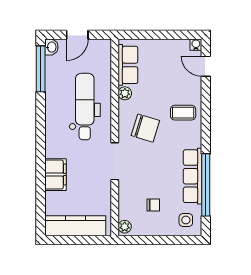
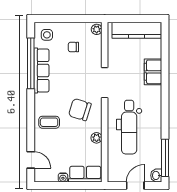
water cooler: (196, 45) -> (63, 177), moved
row of seats: (128, 65) -> (85, 174), moved, turned 90

